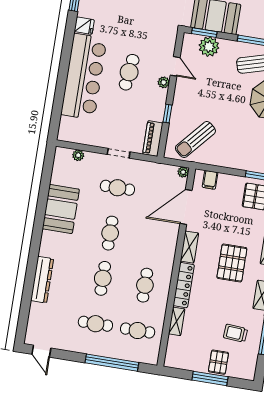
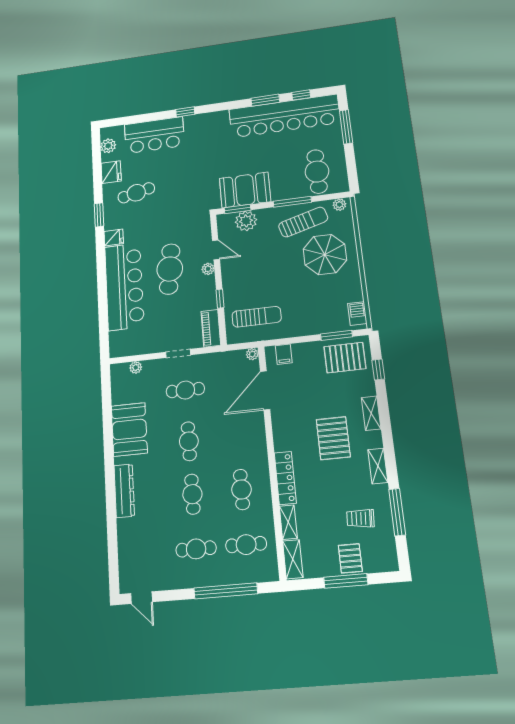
cafe table: (129, 72) -> (170, 269), width x1.37, depth x1.35
sun lounger: (195, 140) -> (257, 317), turned -131
shelving: (189, 247) -> (293, 559), moved
dresser: (42, 280) -> (124, 491), moved

